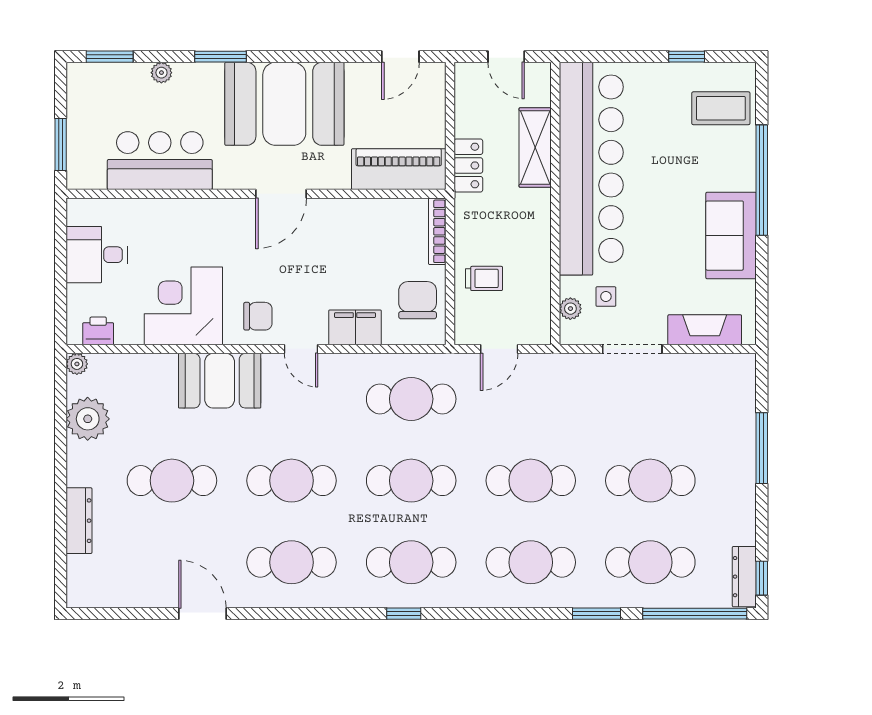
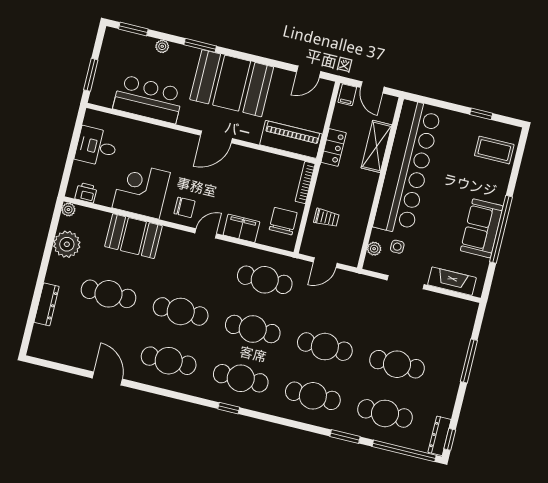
filing cabinet: (470, 78) -> (347, 95), added
window: (762, 180) -> (501, 229), moved
door: (301, 349) -> (206, 233), swing flipped
booth: (220, 381) -> (133, 236), moved

